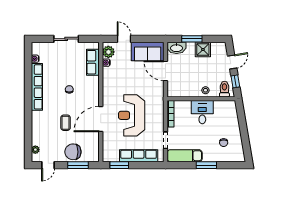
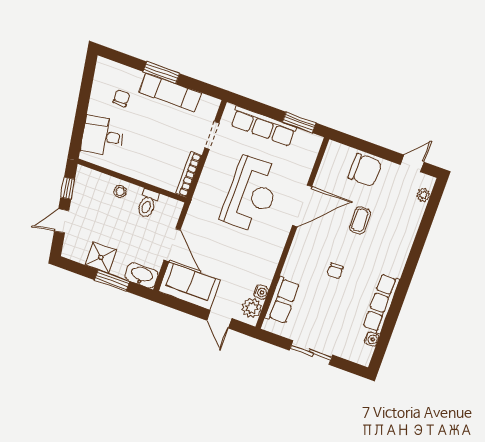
row of seats: (37, 87) -> (381, 303), width x0.73
toilet: (224, 89) -> (148, 204), moved
desk: (202, 112) -> (103, 136), moved, turned 80
exam couch: (185, 156) -> (170, 93), moved
window: (78, 165) -> (365, 146), removed

